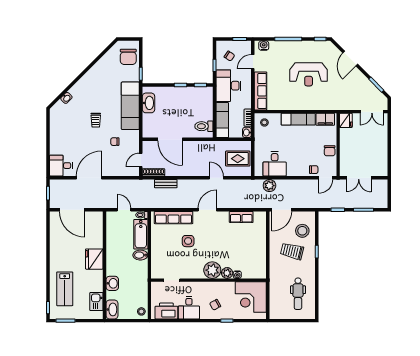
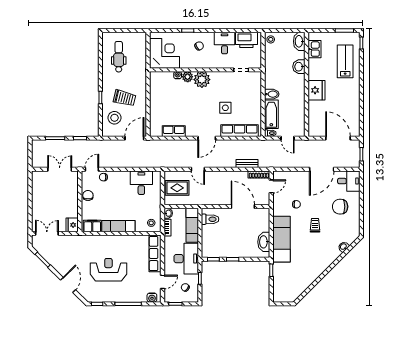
chair: (128, 57) -> (340, 207), moved, turned -90
plant: (269, 186) -> (146, 162), removed

